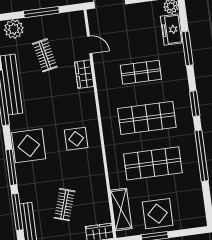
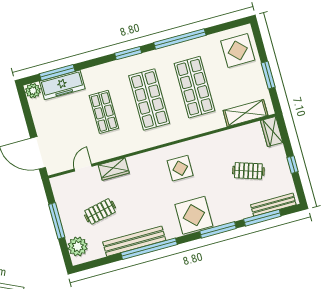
freezer: (172, 30) -> (62, 85), width x1.40
window: (187, 48) -> (57, 72), moved
display table: (158, 214) -> (238, 50), moved

